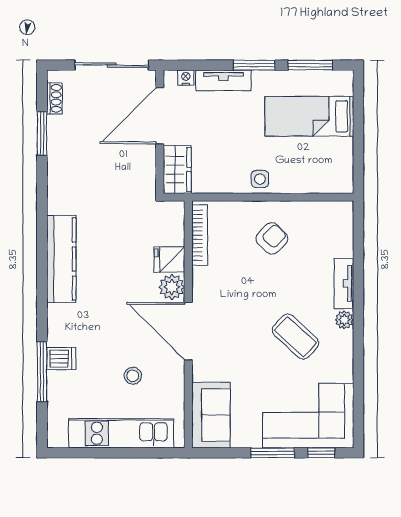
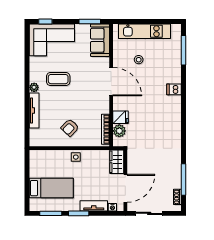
sliding door: (112, 65) -> (149, 213), width x0.73
window: (42, 133) -> (184, 180), width x1.44
kitchen counter: (61, 259) -> (174, 117), removed
tv unit: (344, 283) -> (34, 110), width x1.41
plant: (172, 287) -> (119, 131), moved
coffee table: (295, 337) -> (58, 79), turned -43
dishwasher: (61, 358) -> (174, 89), moved
window: (42, 372) -> (184, 50), moved
window: (273, 453) -> (90, 22), moved

